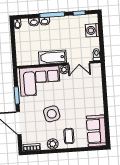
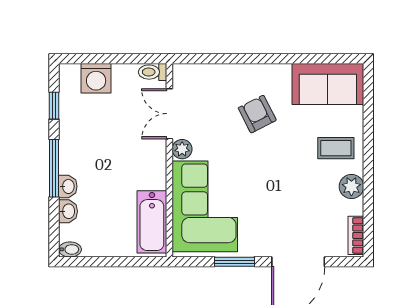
bathtub: (52, 57) -> (152, 222), moved
double door: (79, 63) -> (169, 114), swing flipped
armchair: (81, 101) -> (257, 114), added
side table: (52, 114) -> (282, 184), removed

